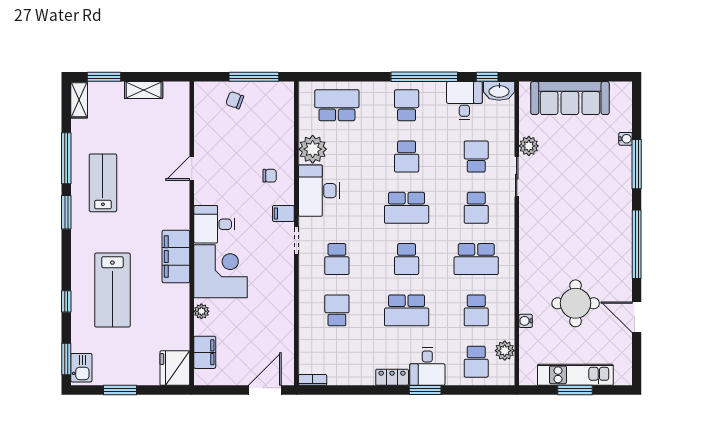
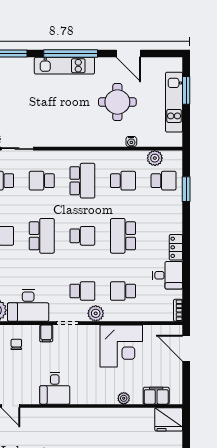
school desk: (476, 208) -> (42, 181), turned 180
kitchen unit: (621, 236) -> (64, 66), added
filing cabinet: (176, 256) -> (80, 419), removed
corner desk: (221, 271) -> (121, 346), moved, turned 180
plant: (309, 276) -> (96, 313), added
school desk: (407, 310) -> (123, 236), turned 180
door: (637, 317) -> (128, 54), hinge flipped
desk: (427, 367) -> (168, 275), moved
window: (425, 390) -> (186, 189), moved
window: (575, 390) -> (186, 90), moved

